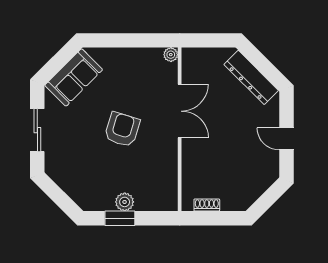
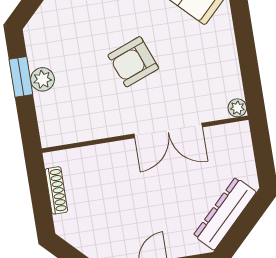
armchair: (122, 130) -> (133, 62), turned 142
shoe rack: (207, 205) -> (56, 190), width x1.43

